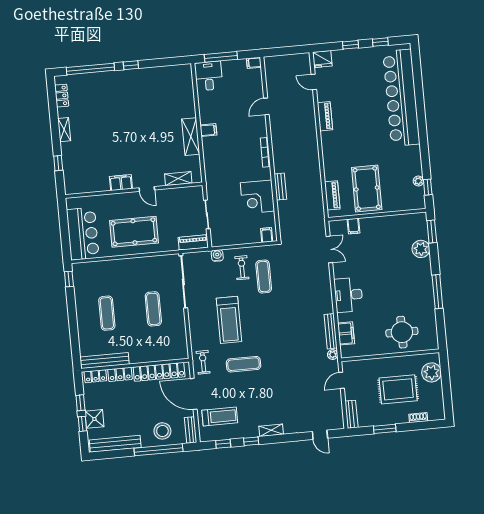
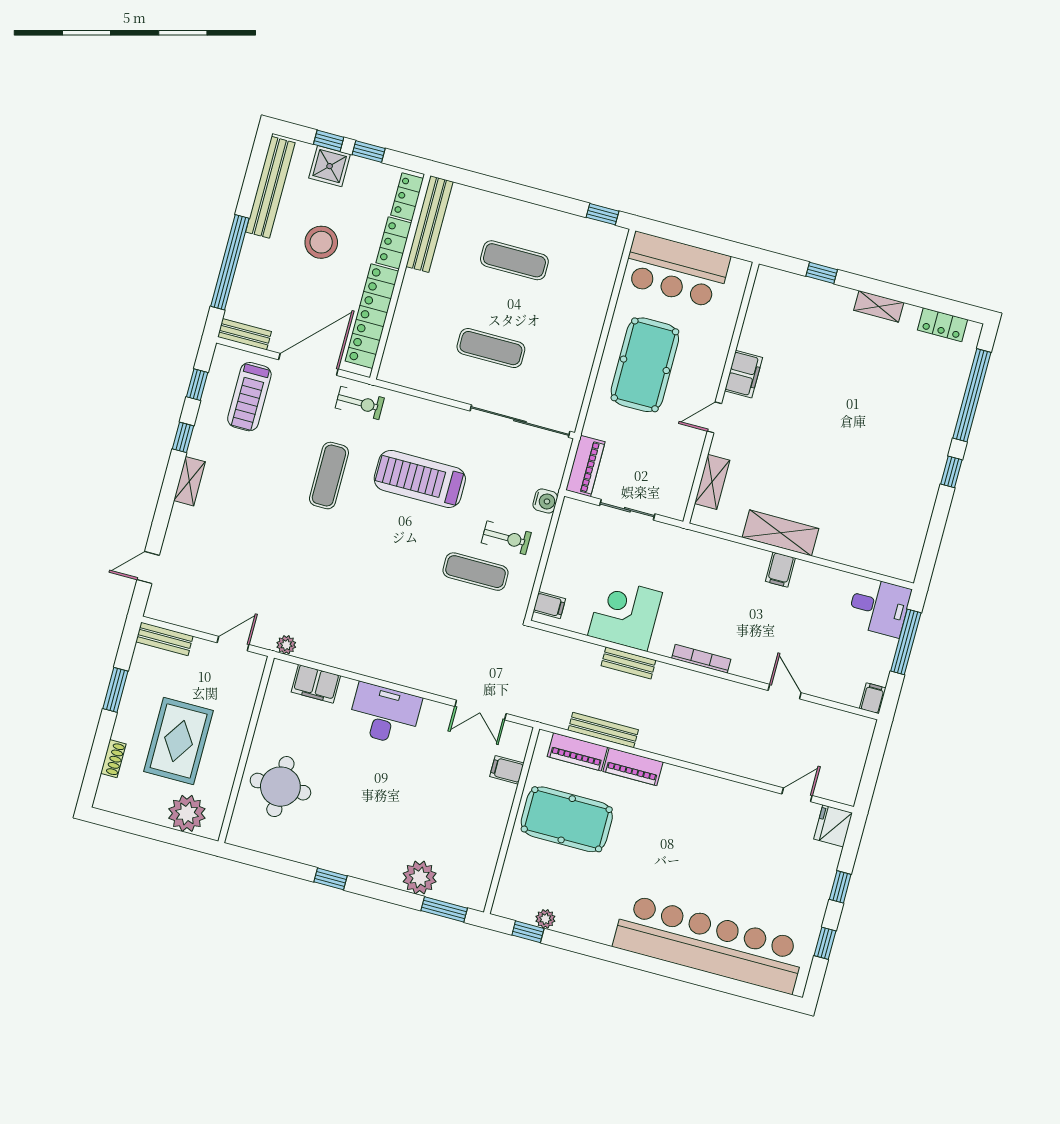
piano: (325, 116) -> (633, 767), moved
window: (437, 292) -> (330, 879), width x0.46
bench: (331, 331) -> (603, 730), moved
door: (342, 380) -> (233, 644), hinge flipped
stool: (162, 431) -> (321, 242), moved

